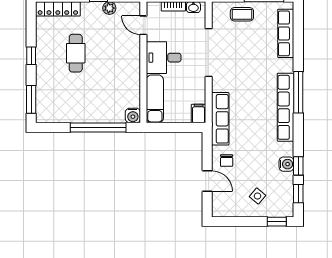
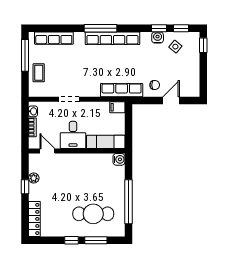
door: (143, 25) -> (47, 151), swing flipped
cafe table: (76, 53) -> (93, 214), moved, width x1.37, depth x1.35
doorway: (209, 53) -> (69, 99), width x0.53
window: (31, 99) -> (96, 240), moved
window: (98, 128) -> (129, 202), moved
side table: (258, 196) -> (175, 47), moved

